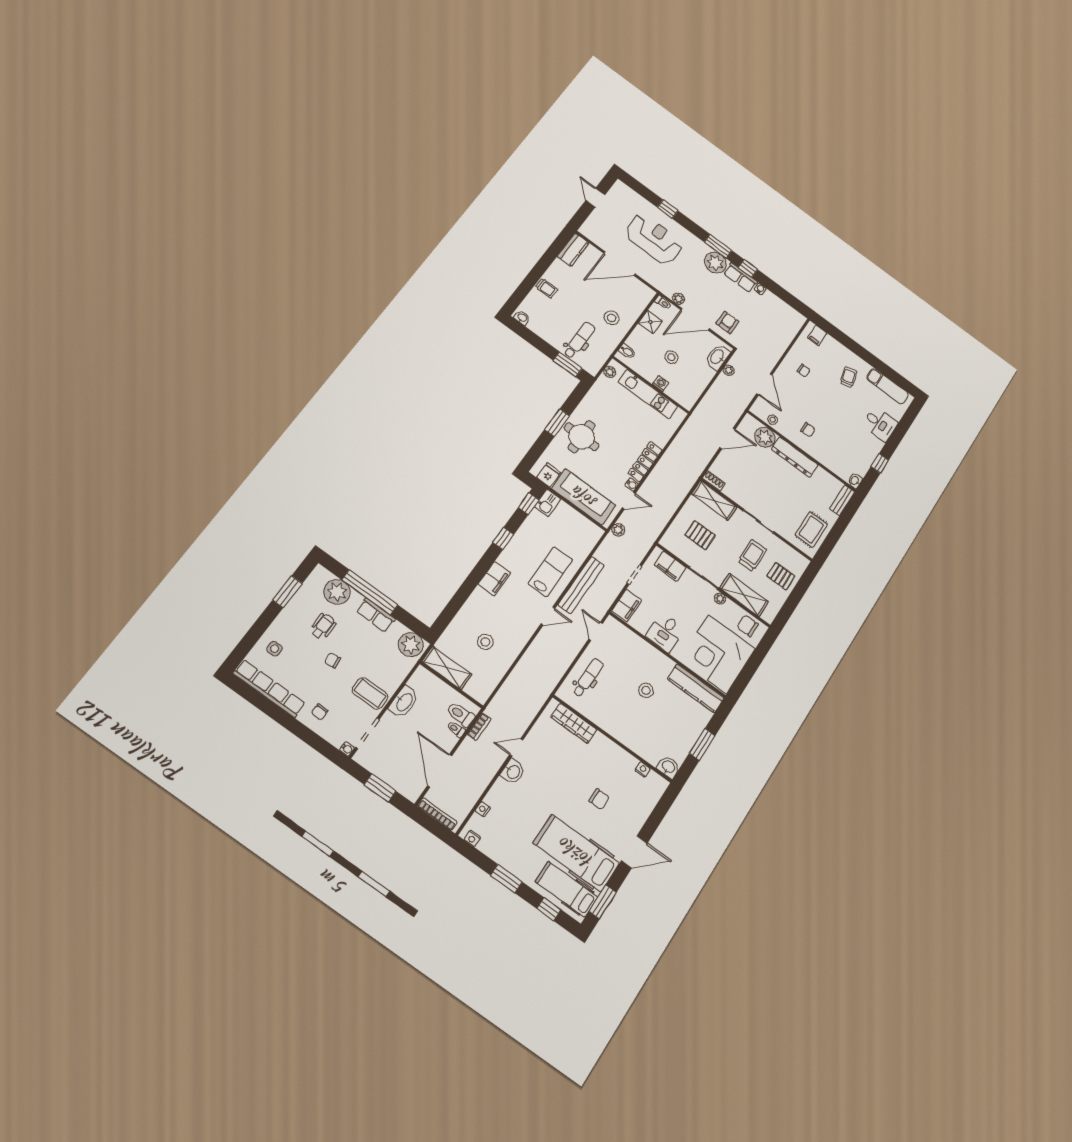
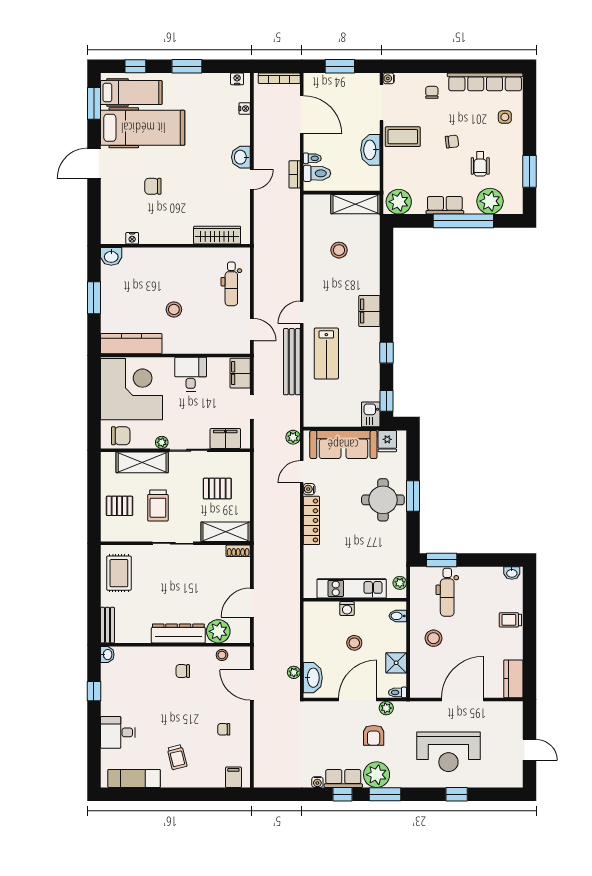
armchair: (727, 322) -> (374, 735), moved

